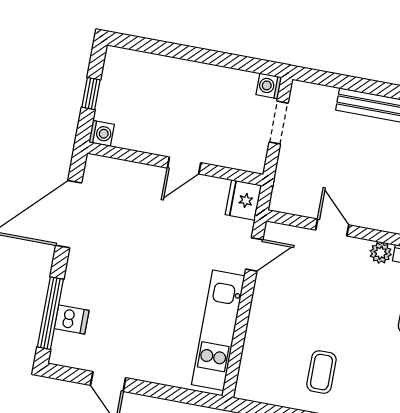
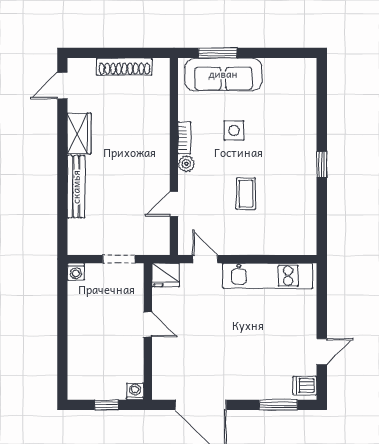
doorway: (279, 123) -> (119, 259), moved
window: (50, 313) -> (278, 405), width x0.69
dishwasher: (72, 319) -> (305, 386), moved, turned -90
coffee table: (321, 372) -> (246, 194), moved, turned 90

